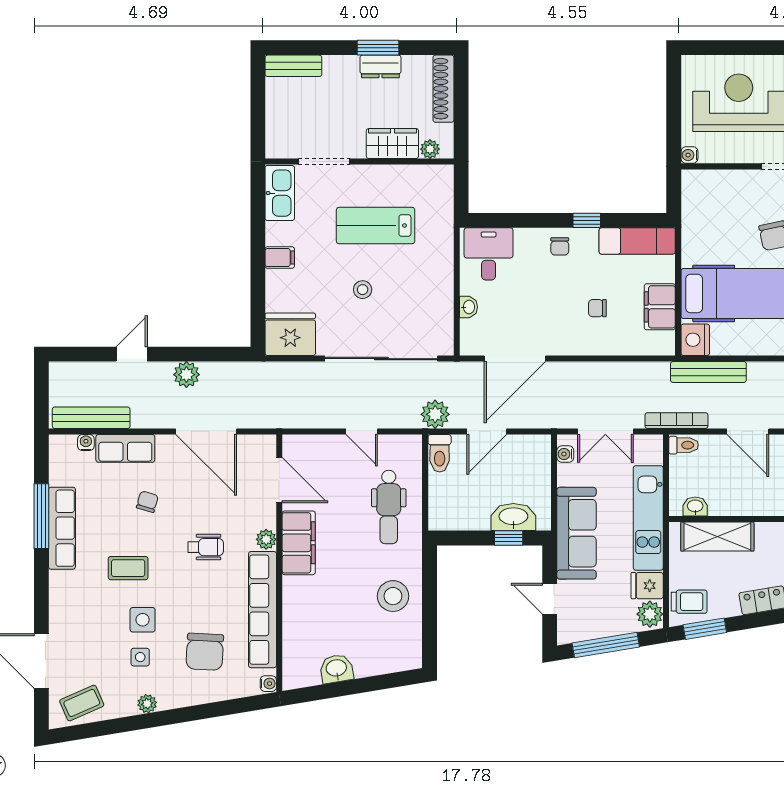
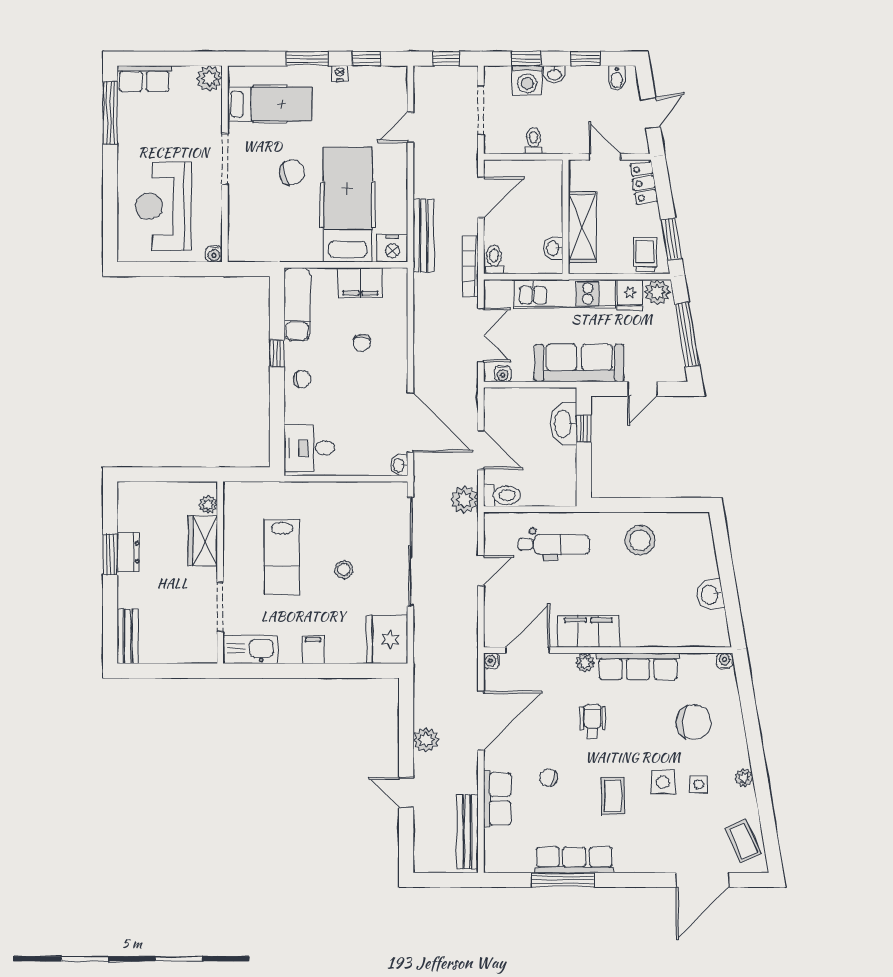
shoe rack: (443, 89) -> (150, 491), removed
washbasin: (468, 307) -> (399, 465), moved, turned -90
water cooler: (86, 443) -> (492, 661), moved
row of seats: (263, 610) -> (638, 666), width x0.73

